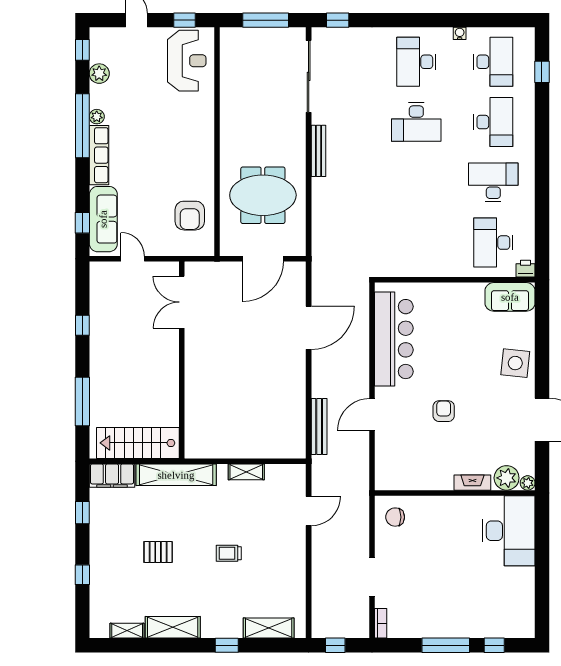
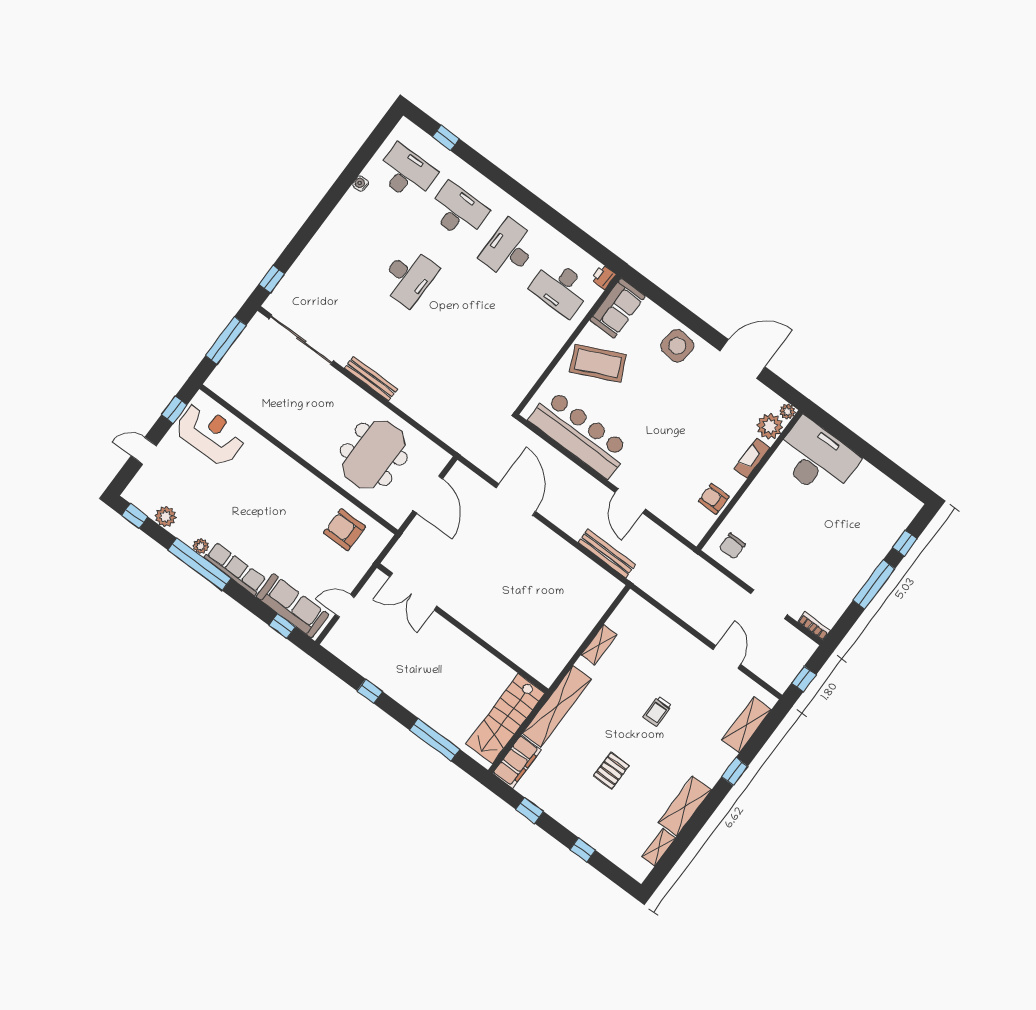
desk: (416, 62) -> (357, 239), removed
armchair: (190, 216) -> (344, 530), turned 180
coffee table: (457, 313) -> (598, 363), added
armchair: (444, 411) -> (714, 499), moved
door: (309, 511) -> (727, 657), moved

